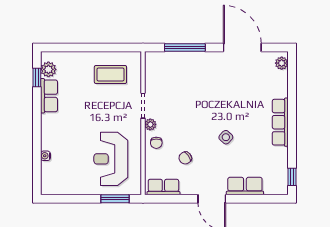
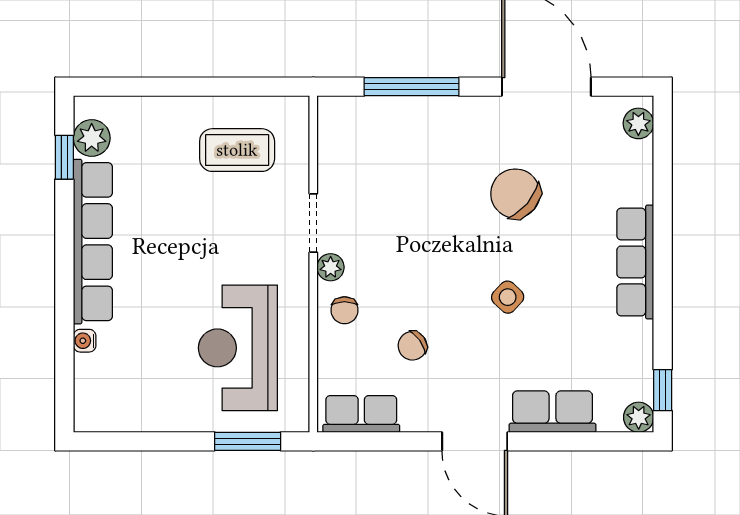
chair: (229, 93) -> (515, 194), added
row of seats: (49, 96) -> (93, 242), width x2.02
plant: (282, 188) -> (639, 417), added

